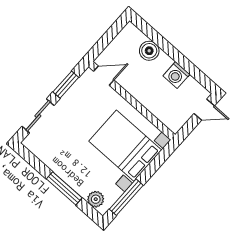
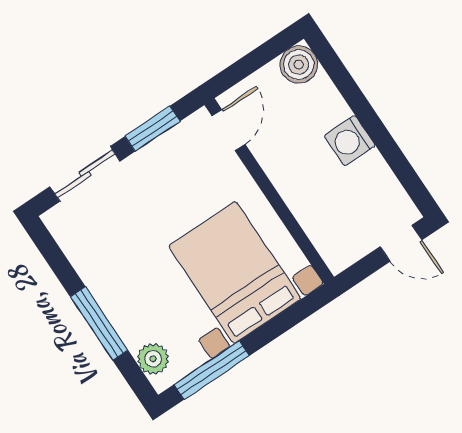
boiler: (149, 51) -> (299, 65), moved
washing machine: (176, 75) -> (350, 141), moved
door: (104, 76) -> (228, 130), hinge flipped

